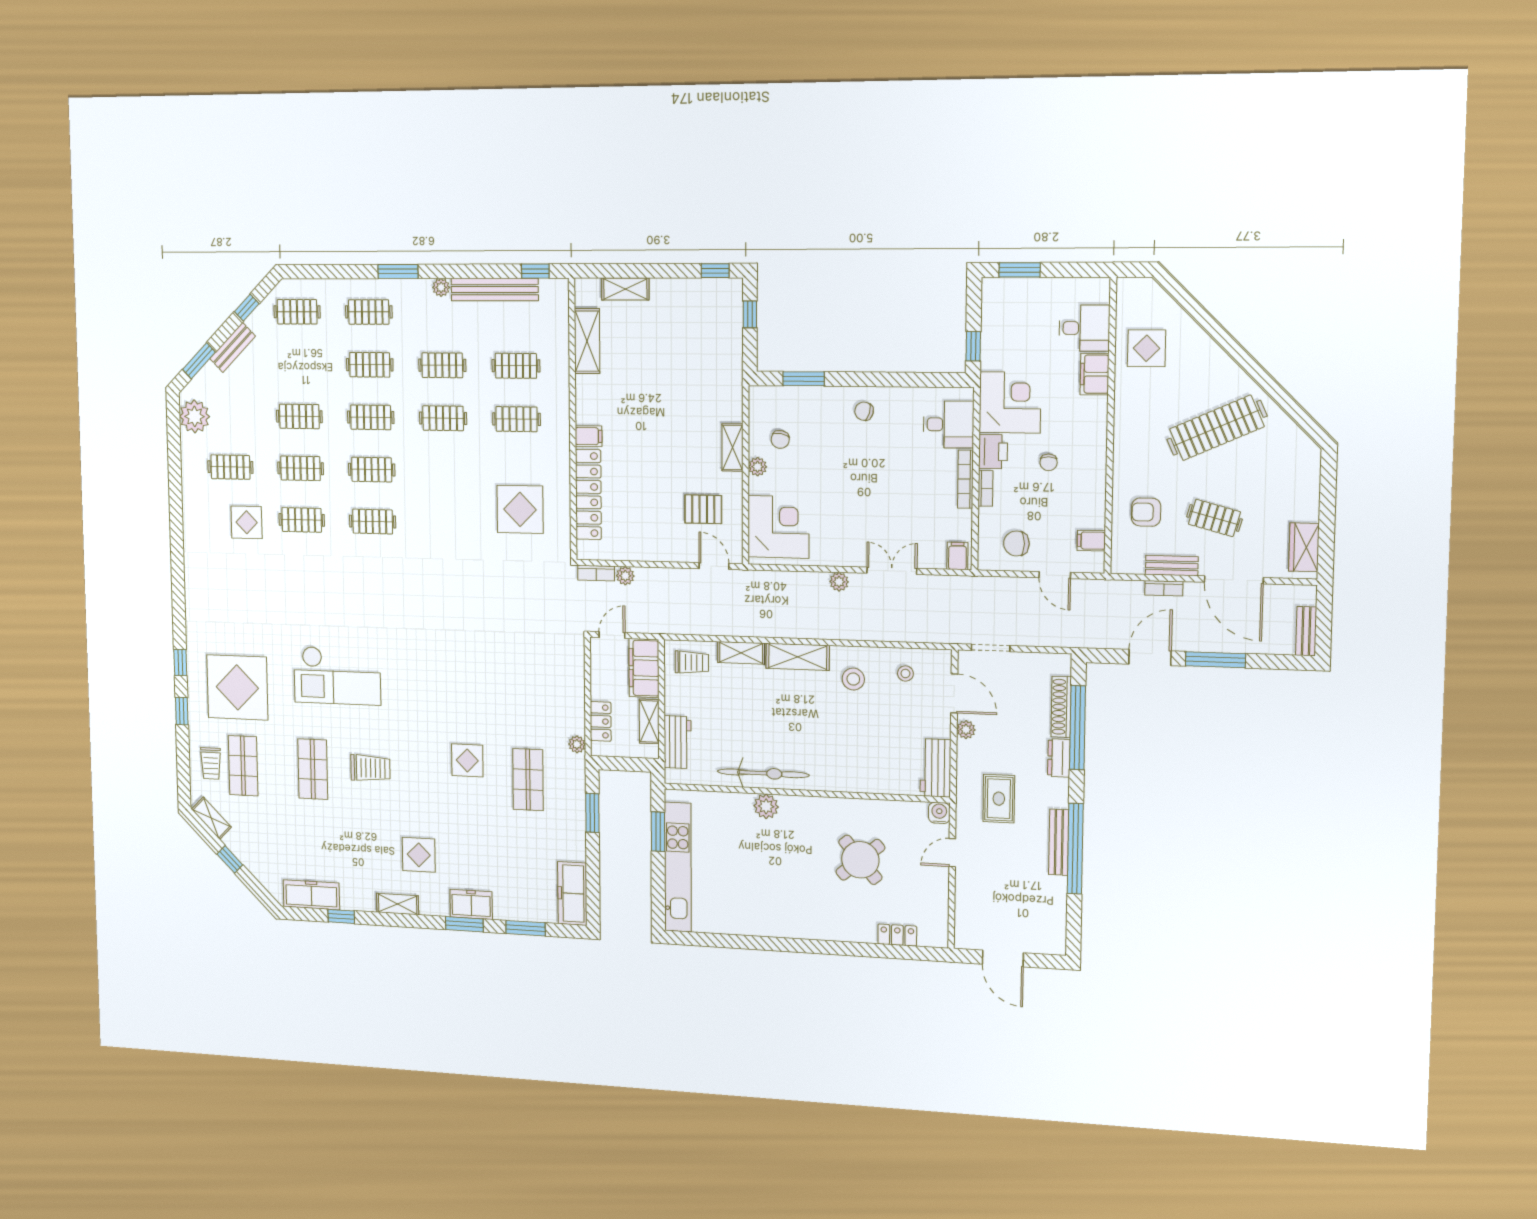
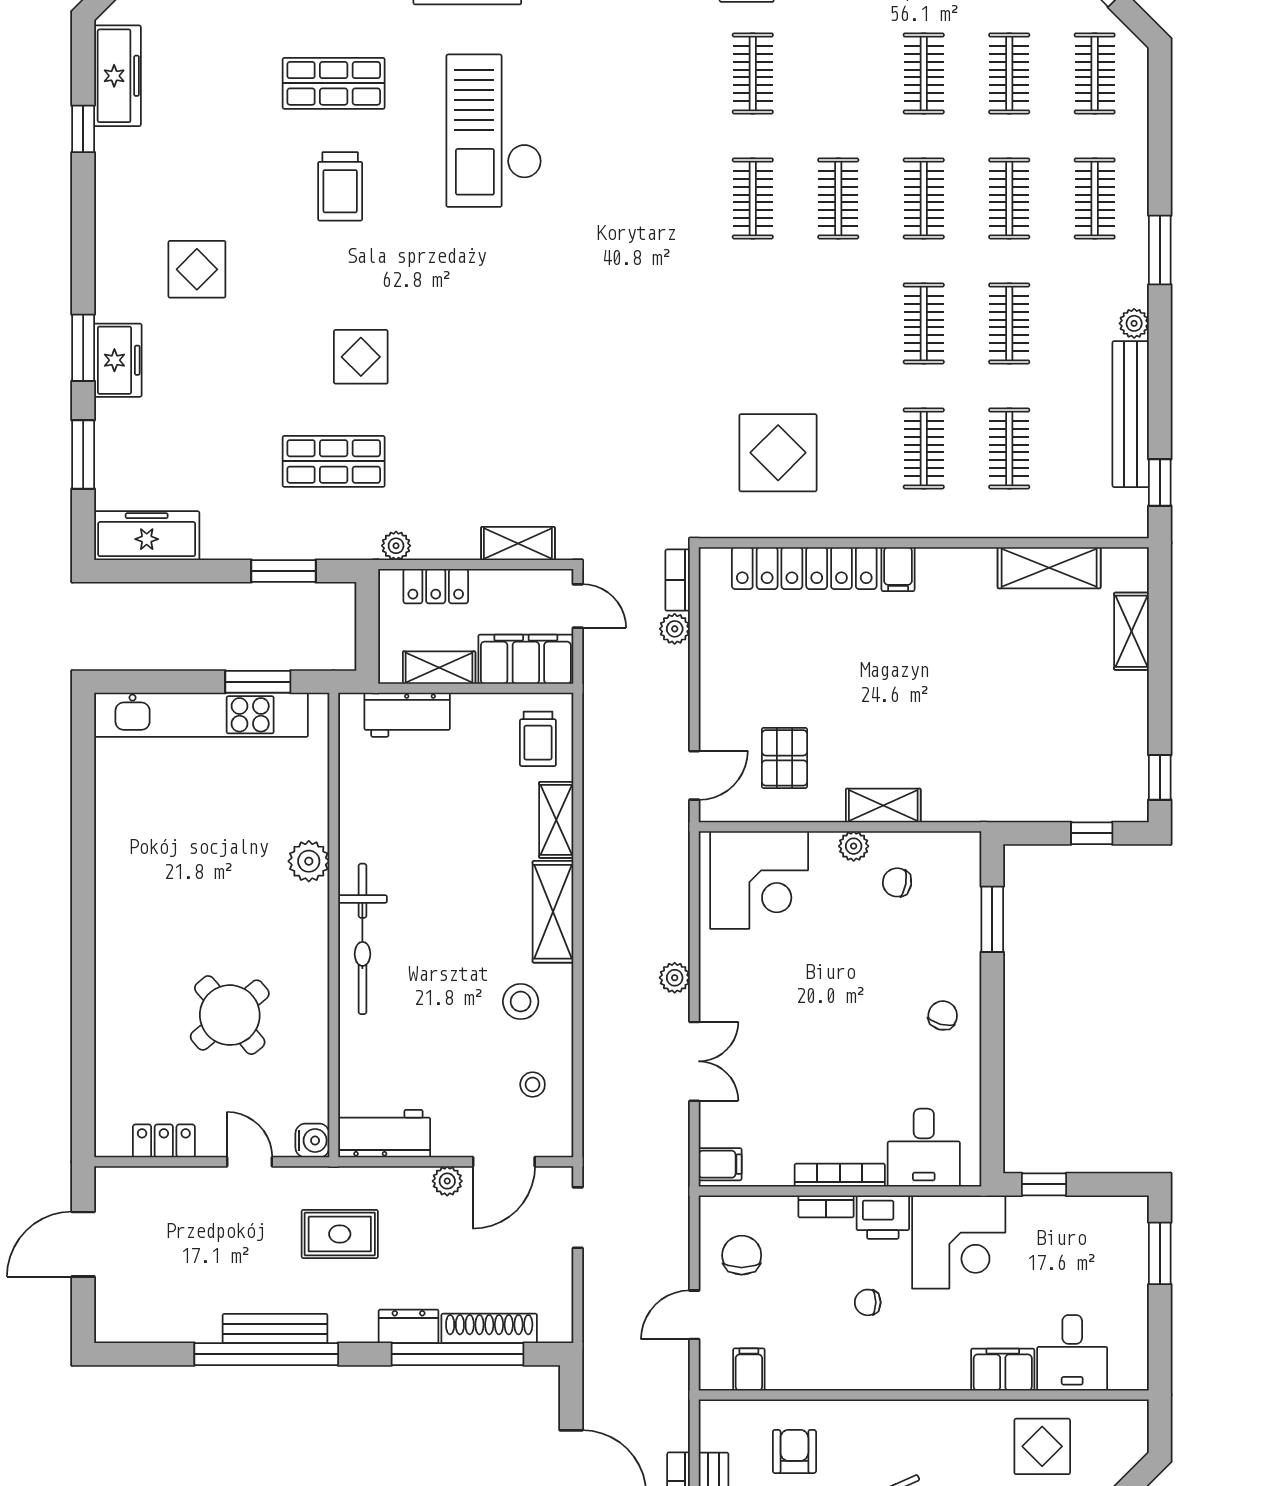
clothes rail: (301, 468) -> (1009, 73), moved
bicycle: (763, 773) -> (362, 939), moved
shelving: (398, 904) -> (518, 544), moved, turned 90
locker: (897, 935) -> (164, 1141), moved, turned -90

